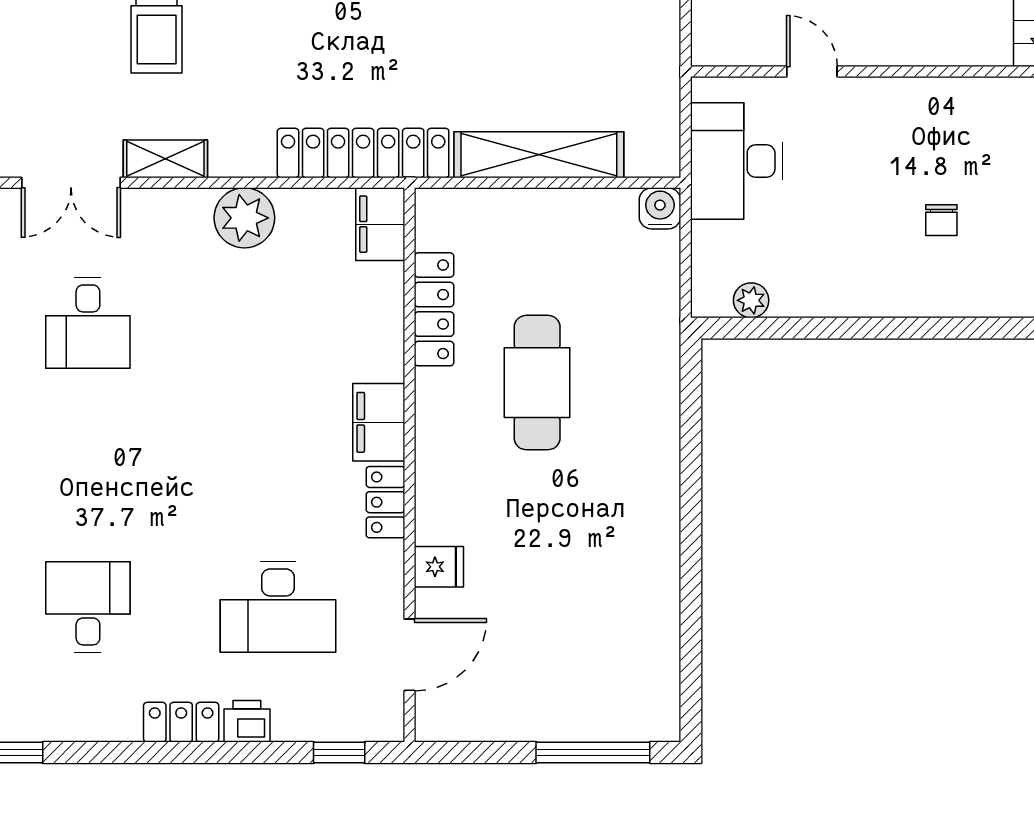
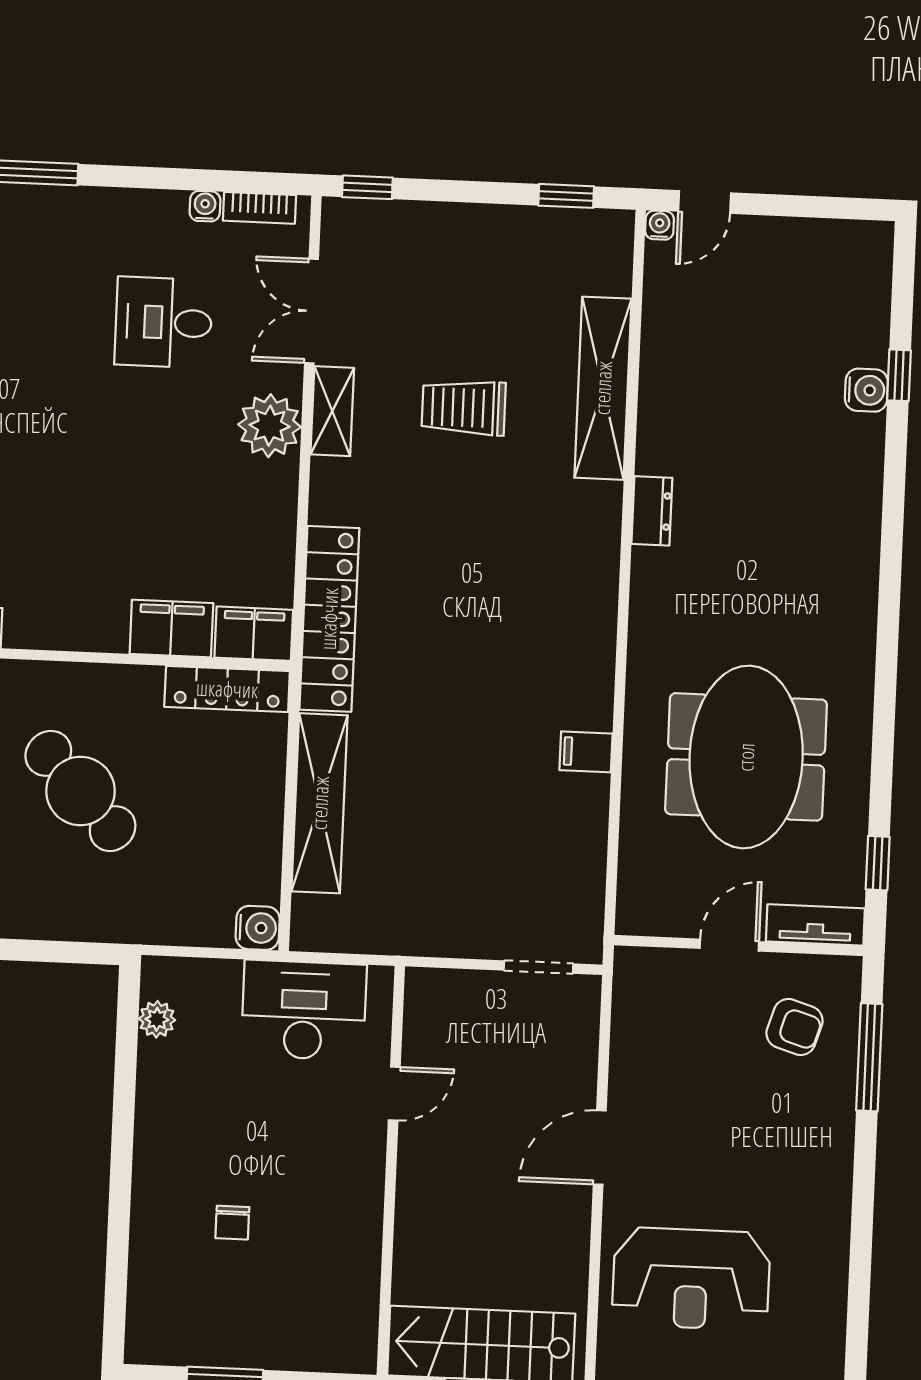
plant: (244, 218) -> (270, 426), moved
chair: (941, 220) -> (232, 1223), turned -90
locker: (434, 309) -> (227, 689), moved
cafe table: (537, 383) -> (80, 791), turned 47
filing cabinet: (379, 422) -> (171, 628), moved

